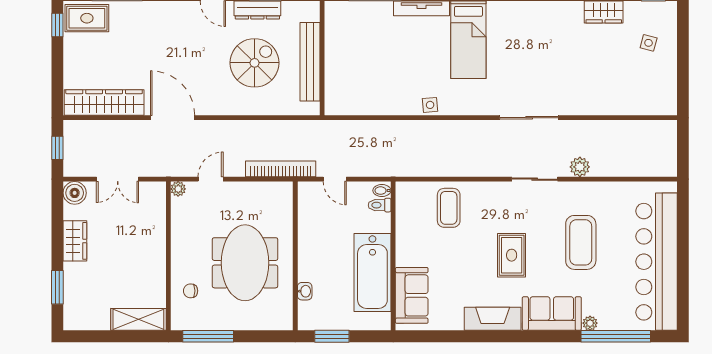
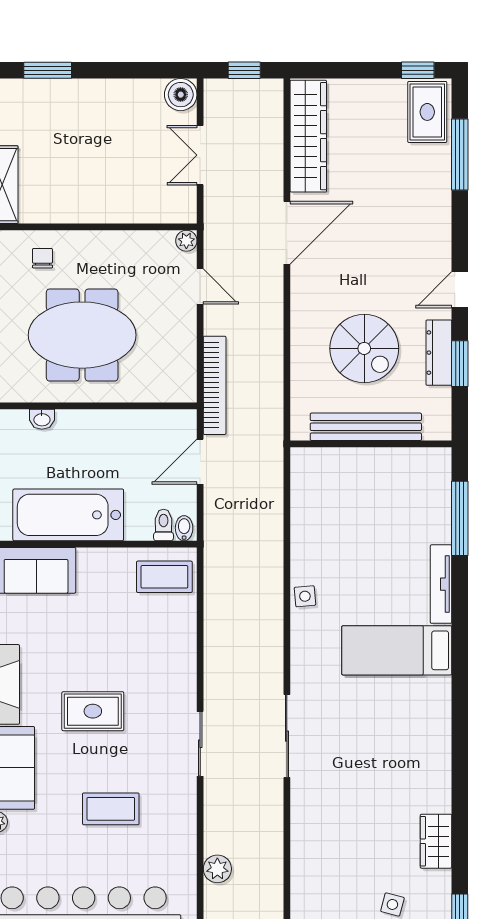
plant: (580, 167) -> (217, 869), moved
door: (335, 179) -> (200, 462), width x1.38
coffee table: (449, 208) -> (164, 577), moved
wardrobe: (75, 241) -> (113, 95), removed
coffee table: (581, 242) -> (111, 809), width x0.73, depth x0.76

